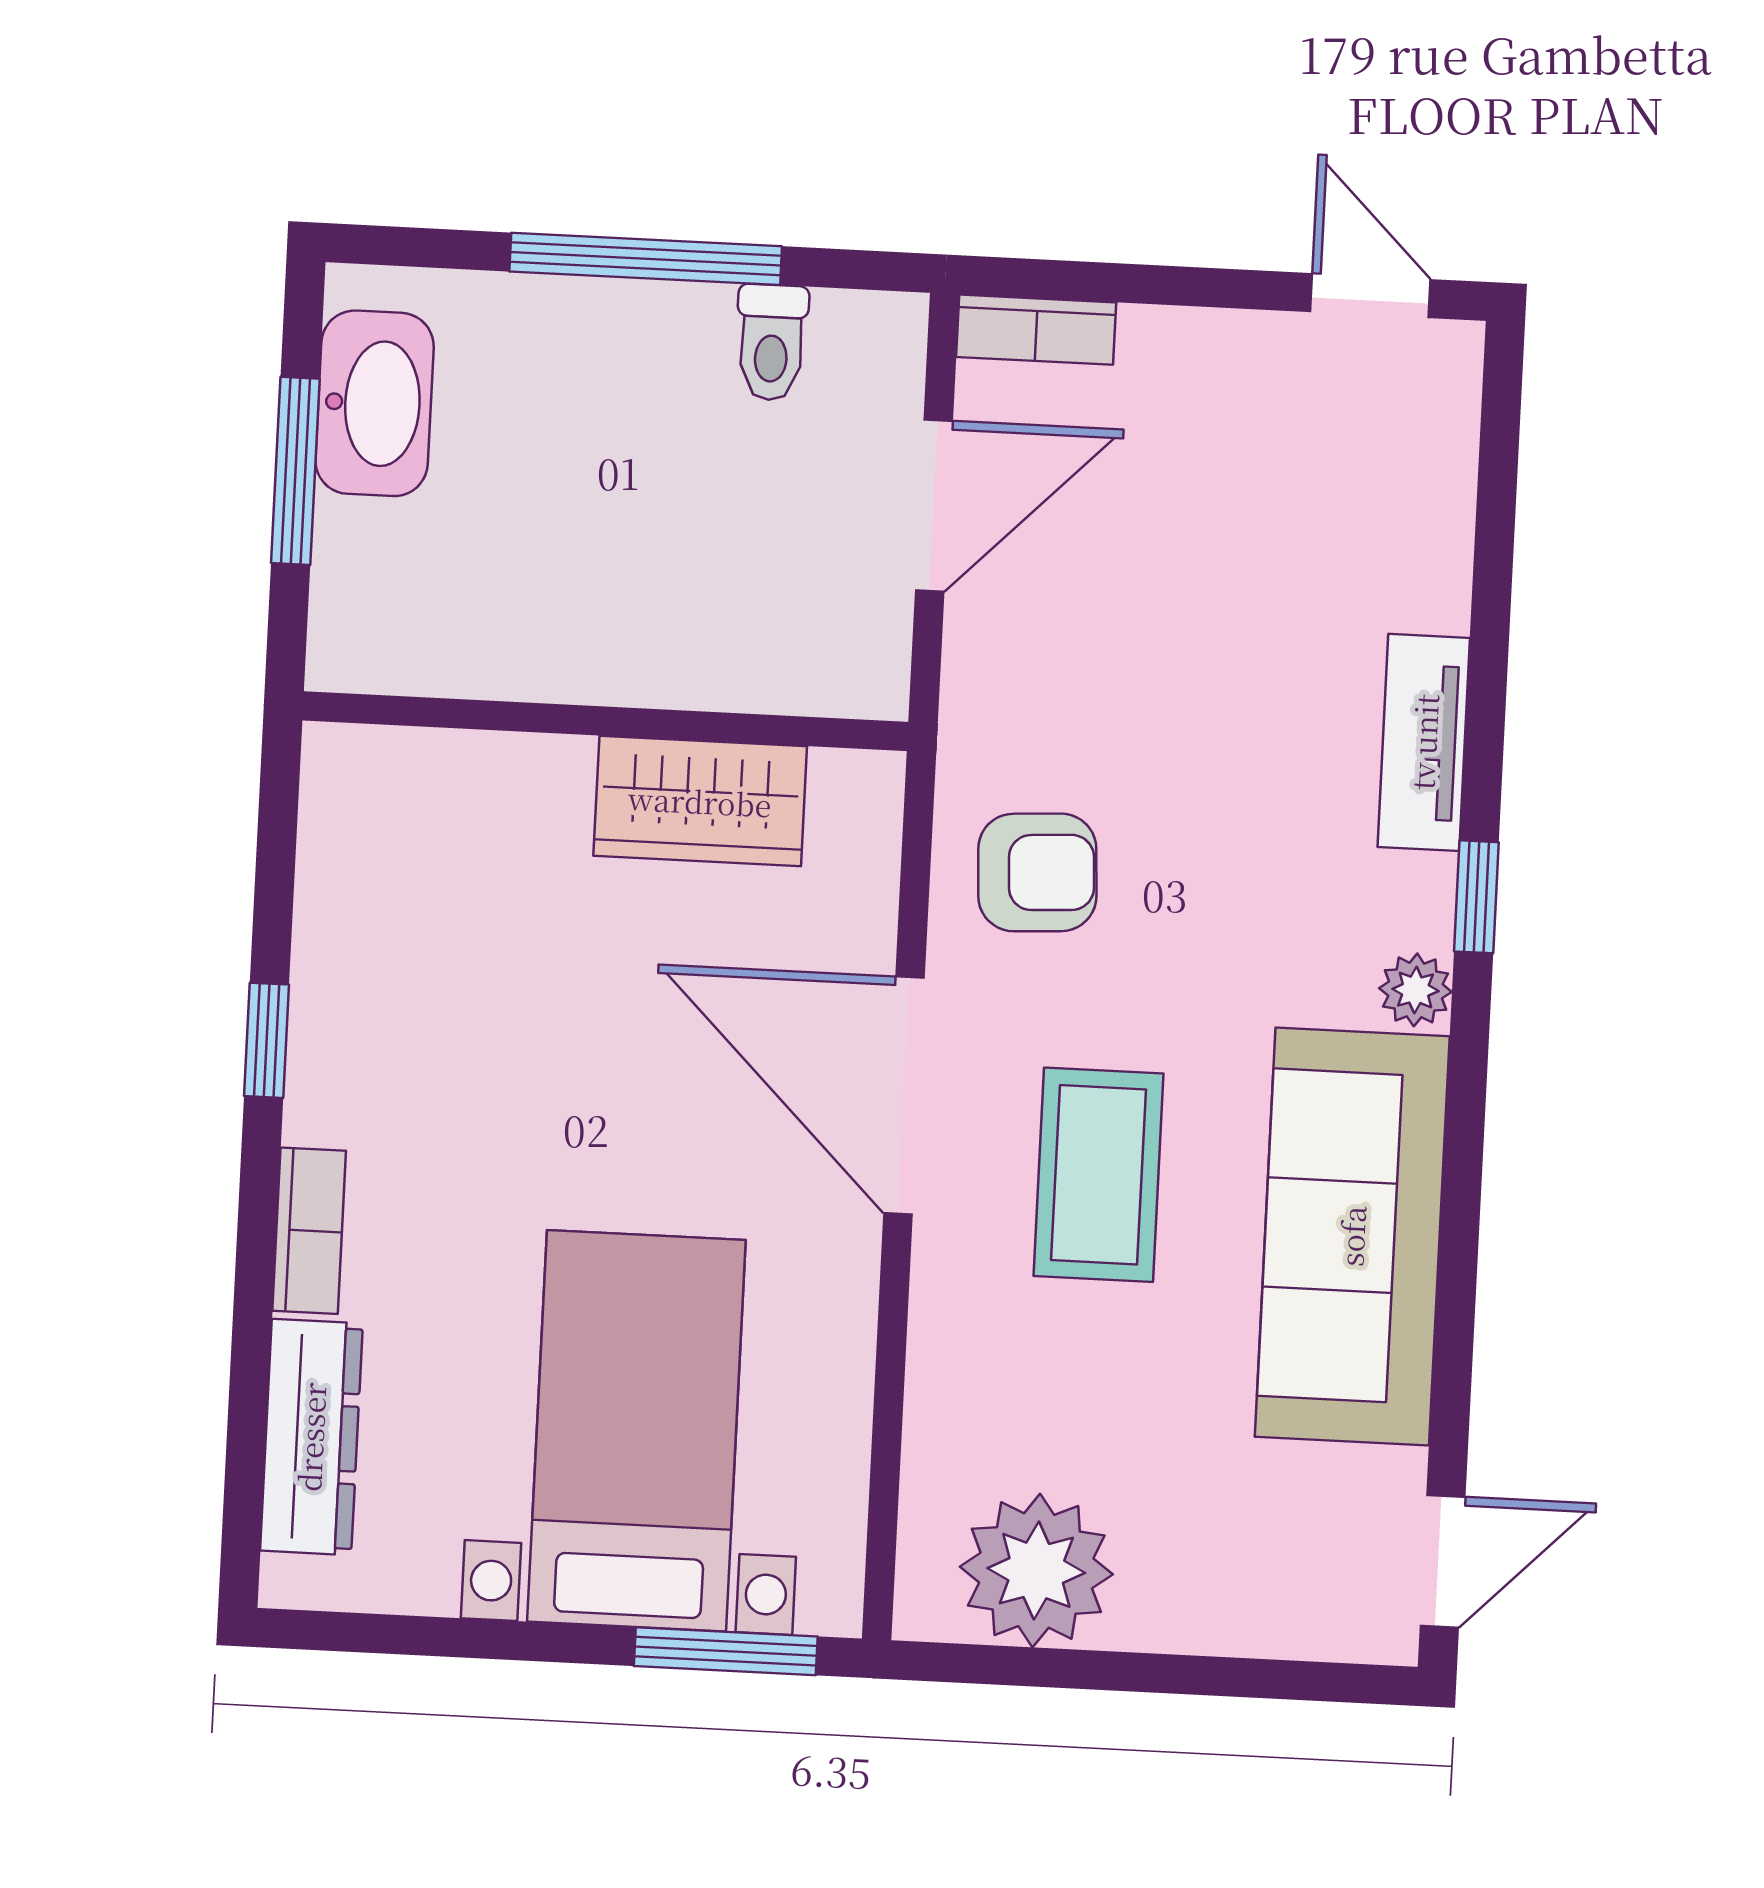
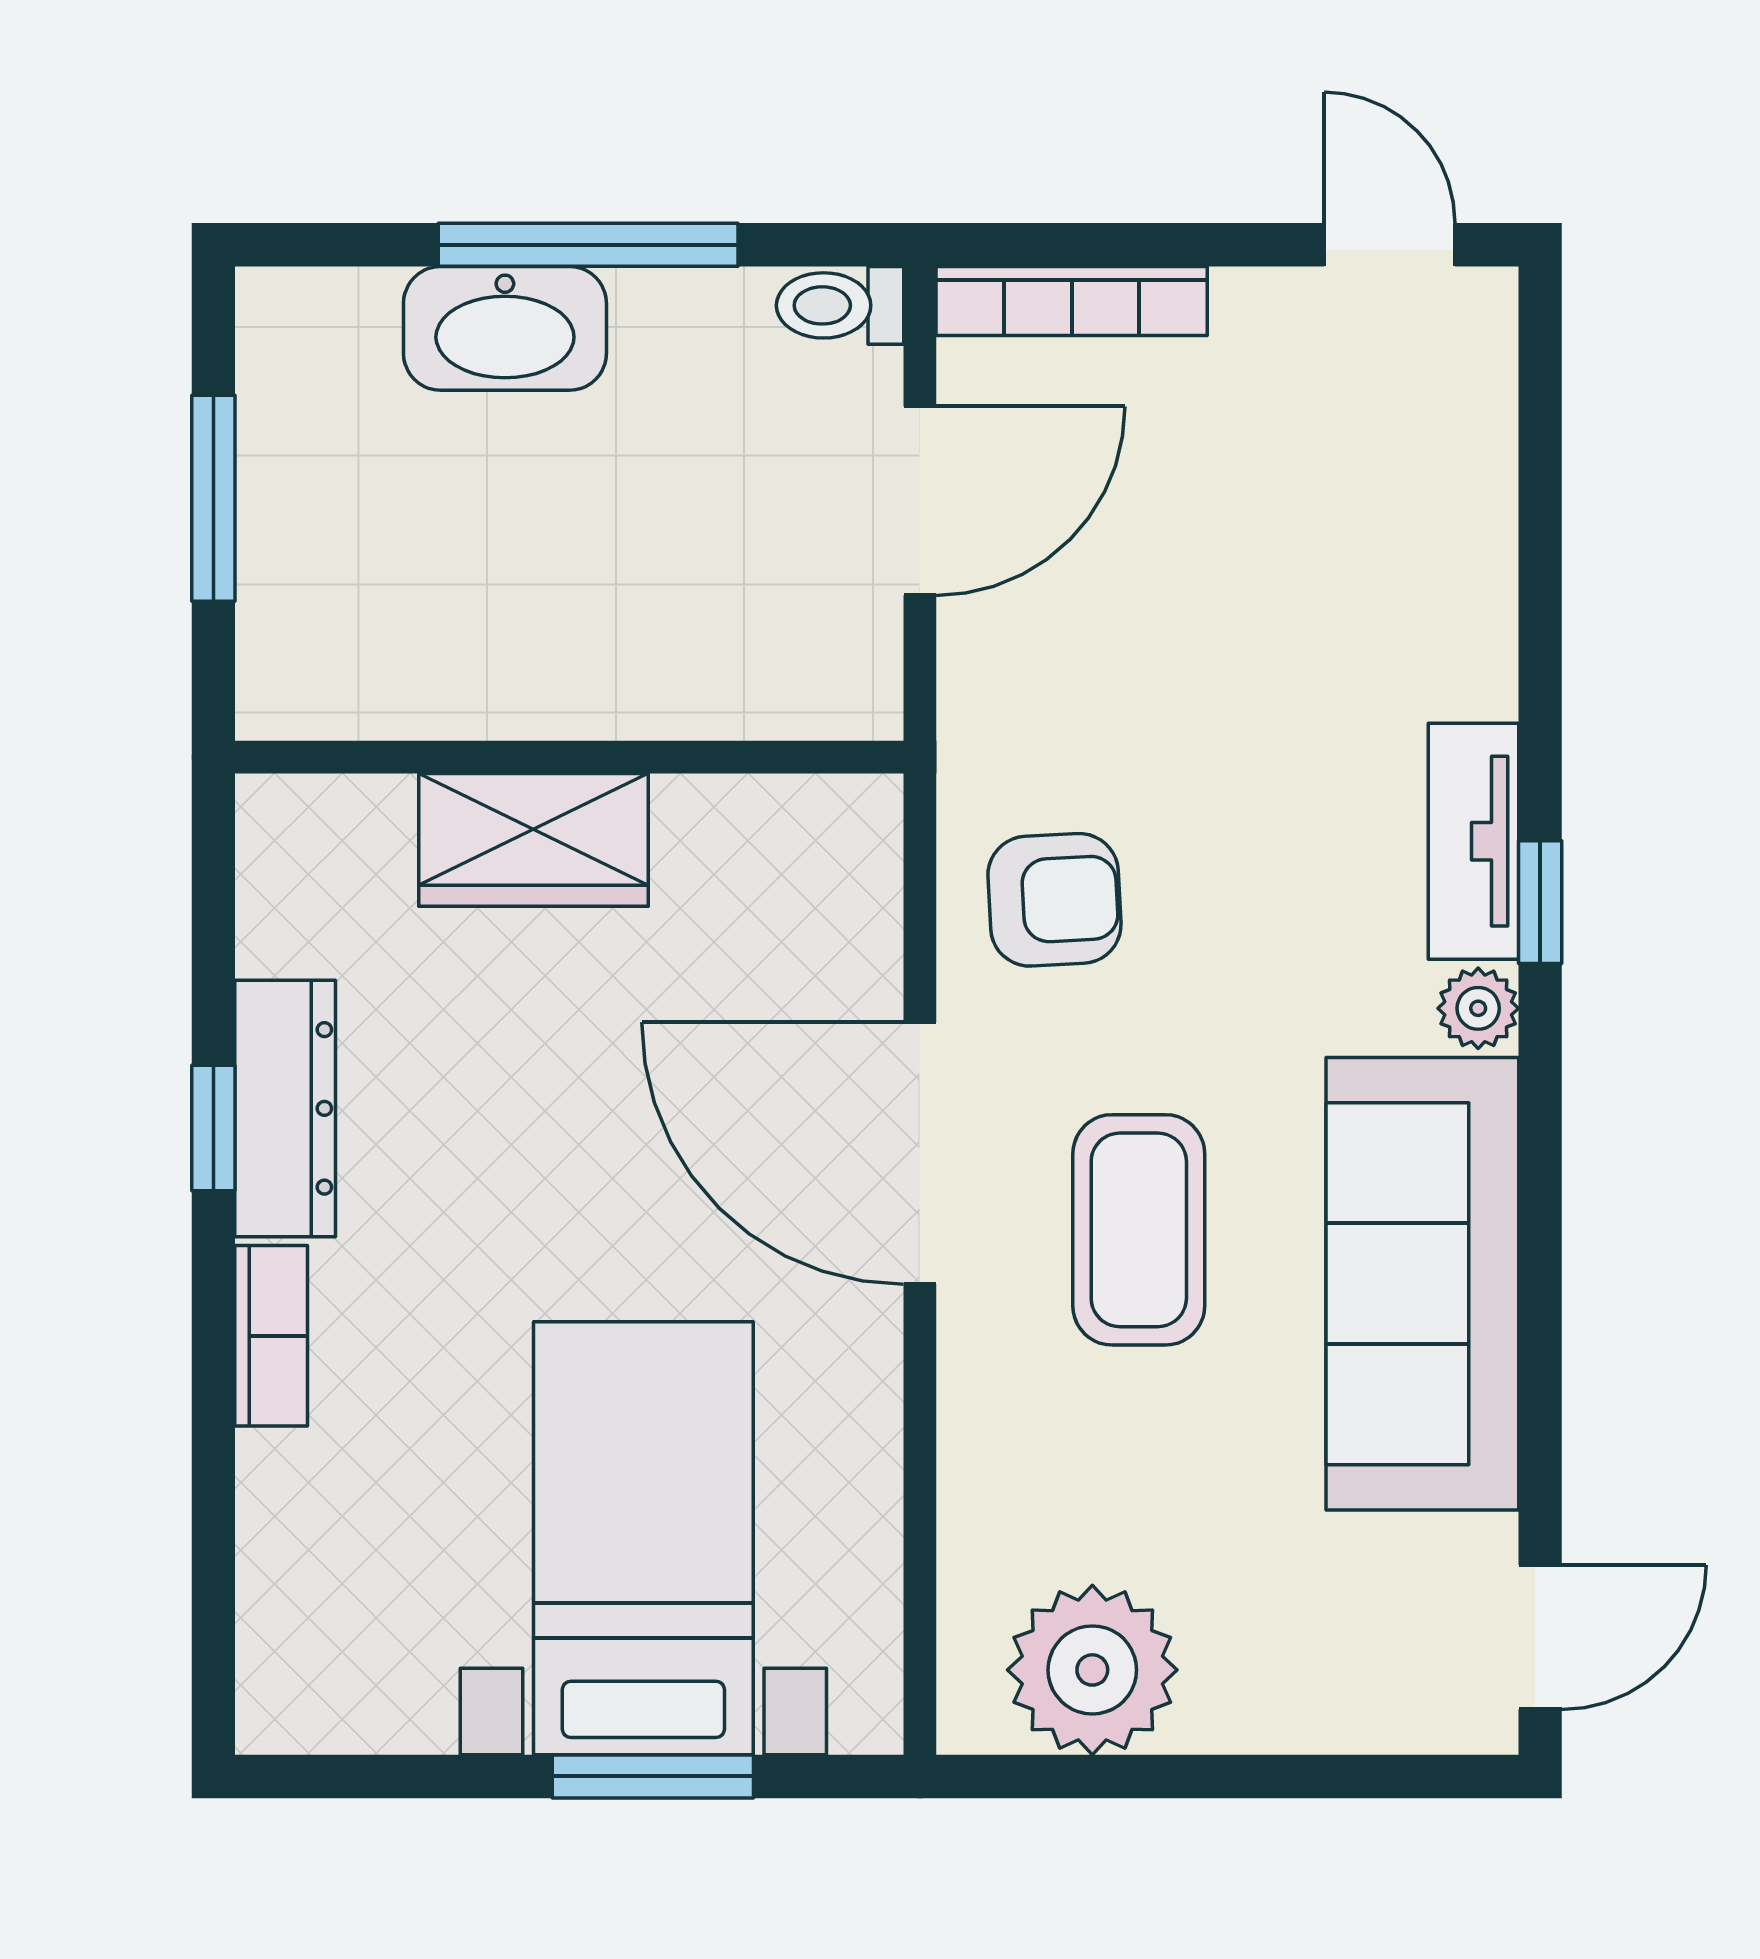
bookcase: (1036, 330) -> (1072, 301), width x1.56
toilet: (772, 342) -> (840, 305), moved, turned 90
washbasin: (375, 403) -> (505, 328), moved, turned 90
tv unit: (1424, 742) -> (1473, 841), moved
wardrobe: (700, 801) -> (533, 840), moved
dresser: (311, 1437) -> (285, 1108), moved
window: (726, 1651) -> (653, 1776), moved

